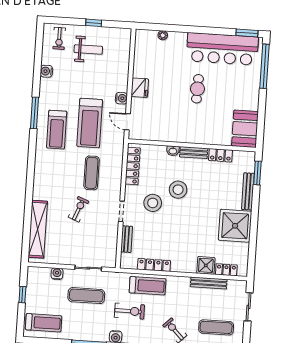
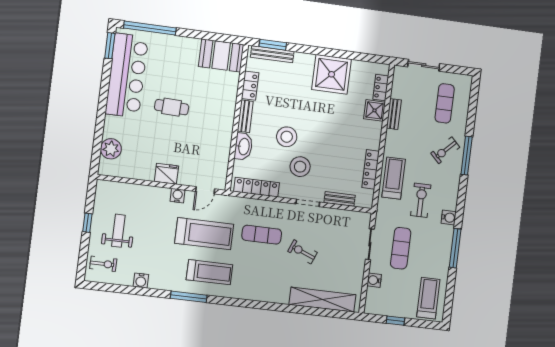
plant: (163, 35) -> (111, 149), width x1.88, depth x1.88
washbasin: (173, 151) -> (243, 147), width x1.91, depth x1.45
bench: (248, 191) -> (272, 54), moved
bench: (209, 283) -> (394, 114), width x0.73

